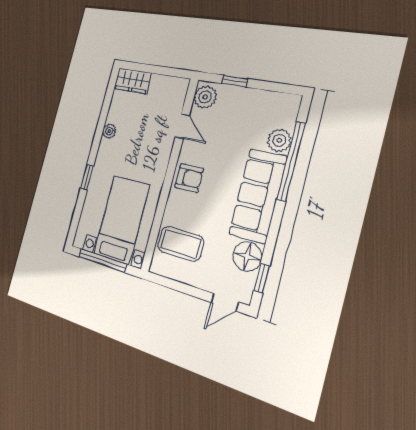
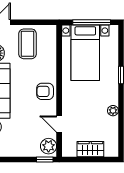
wardrobe: (133, 81) -> (90, 149), moved
window: (235, 81) -> (45, 160), moved
coffee table: (180, 244) -> (28, 44), moved, turned 90

